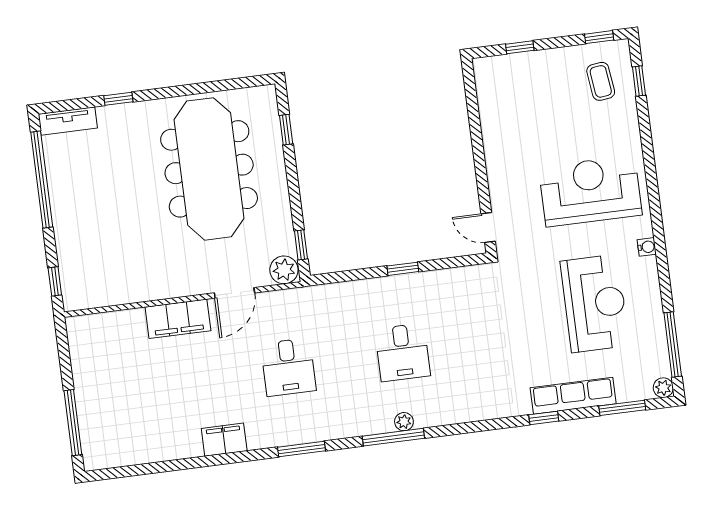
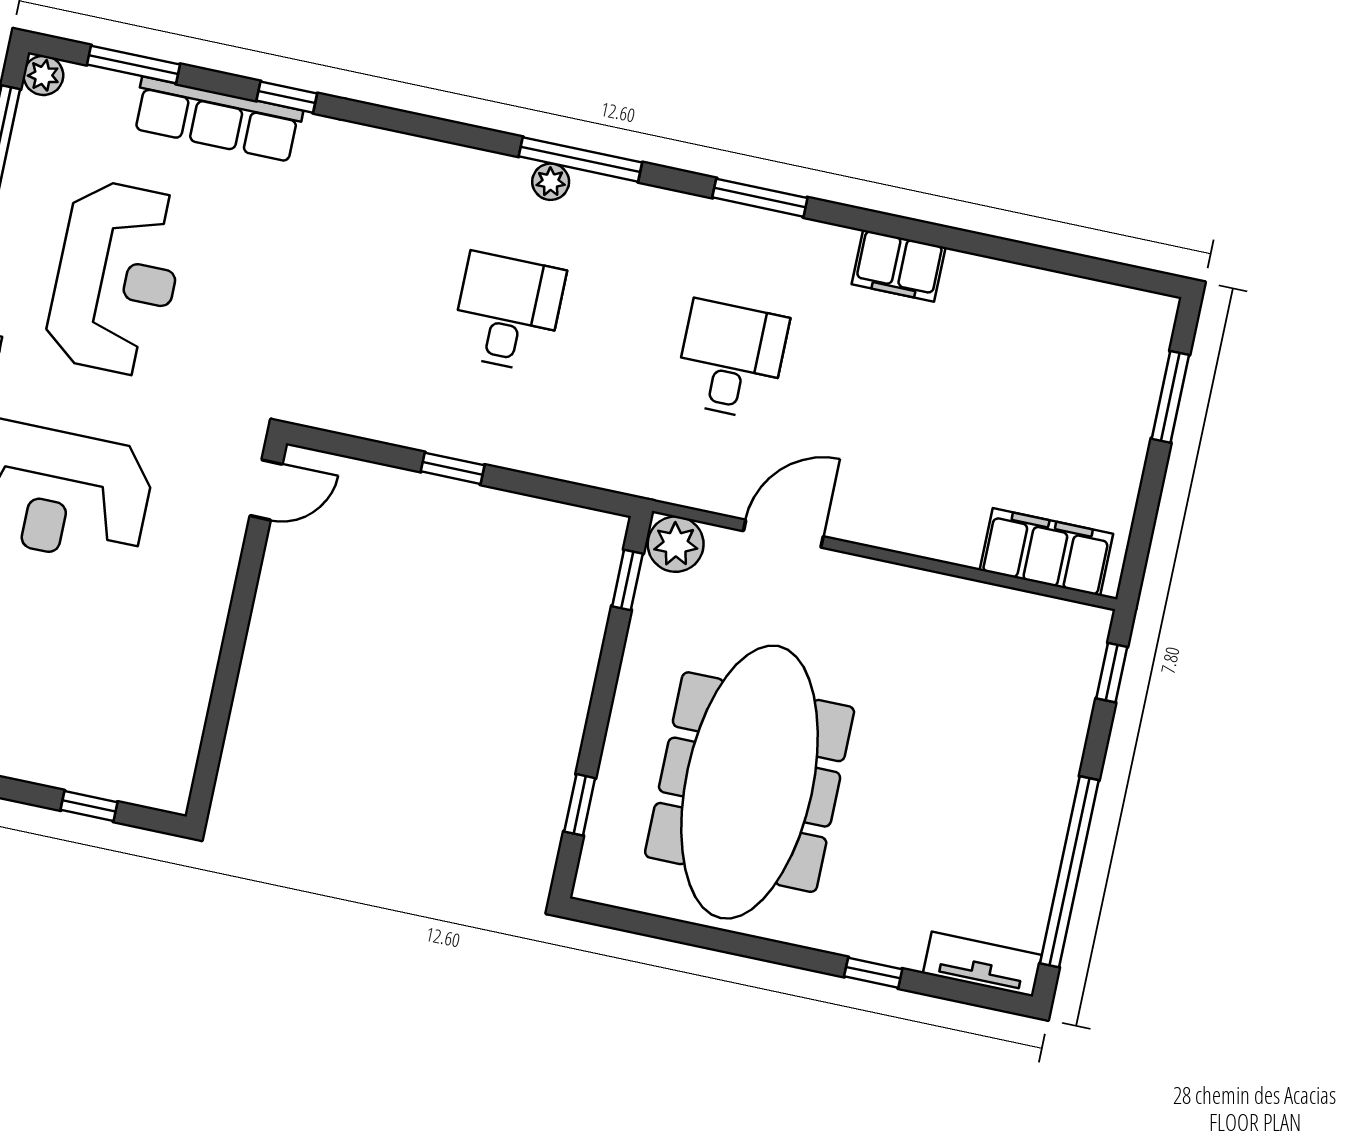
door: (488, 227) -> (266, 490), hinge flipped
reception desk: (595, 303) -> (117, 278), turned 180
filing cabinet: (178, 319) -> (1046, 552), moved
window: (73, 423) -> (1170, 397), width x0.69

